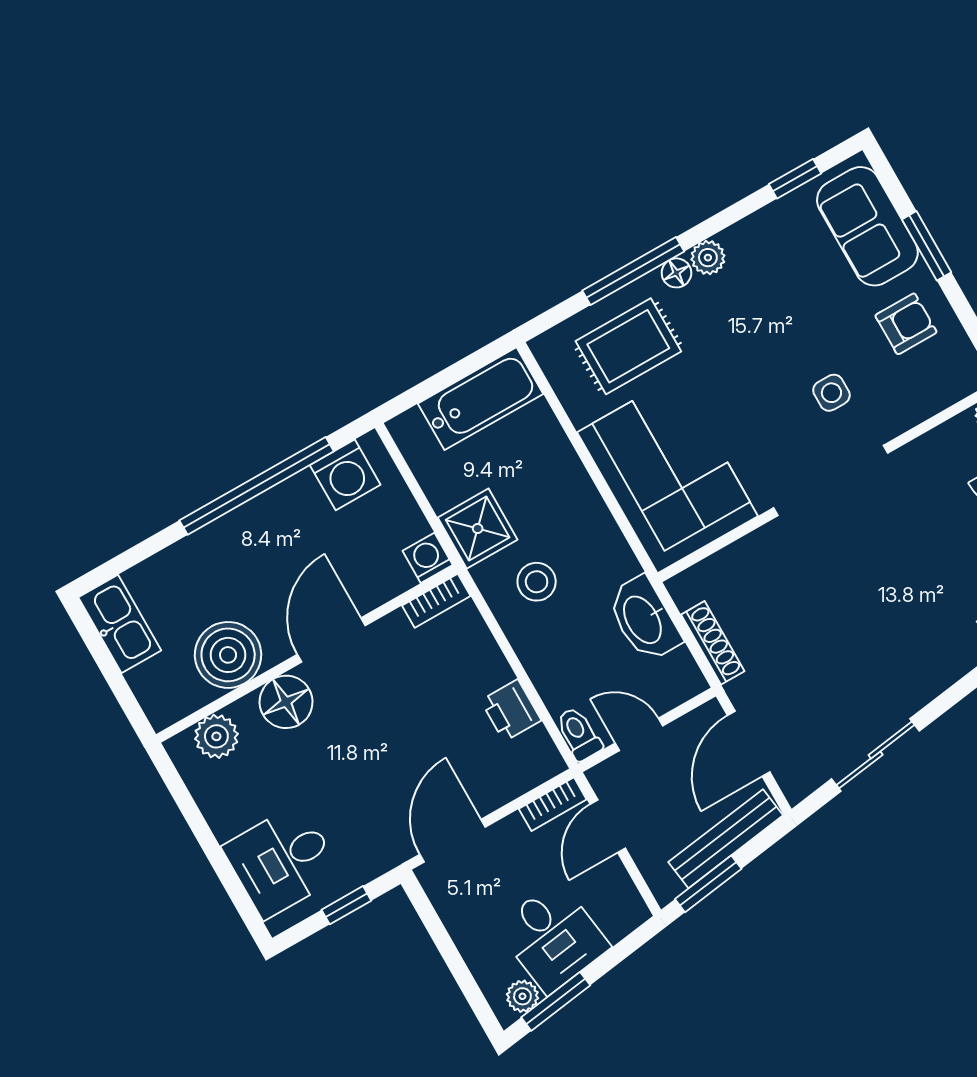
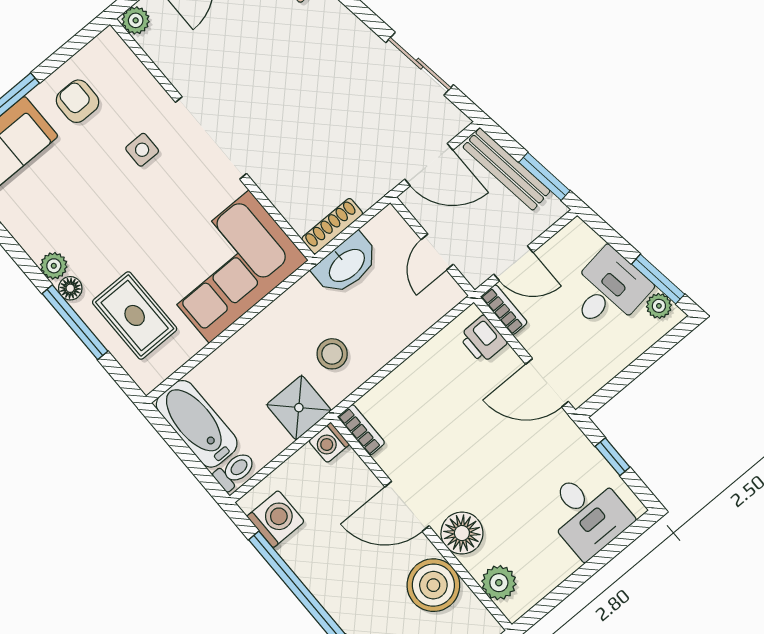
shoe rack: (713, 643) -> (332, 226), moved
printer: (511, 710) -> (483, 339), moved, turned 90
toilet: (579, 734) -> (235, 471), moved, turned 180

